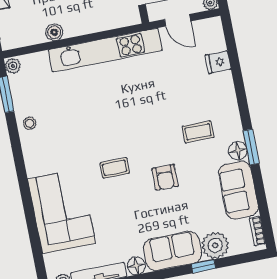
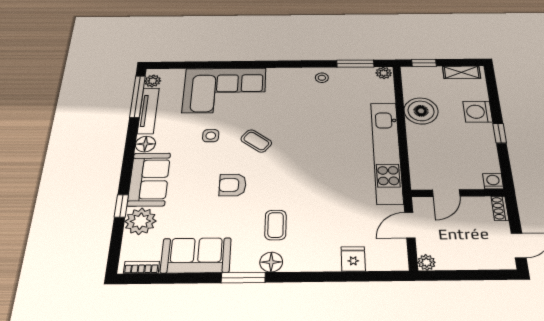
boiler: (54, 32) -> (421, 111), width x1.86, depth x1.86
floor lamp: (238, 151) -> (271, 262), moved
coffee table: (115, 168) -> (256, 141), turned -53
side table: (116, 210) -> (211, 136), added

